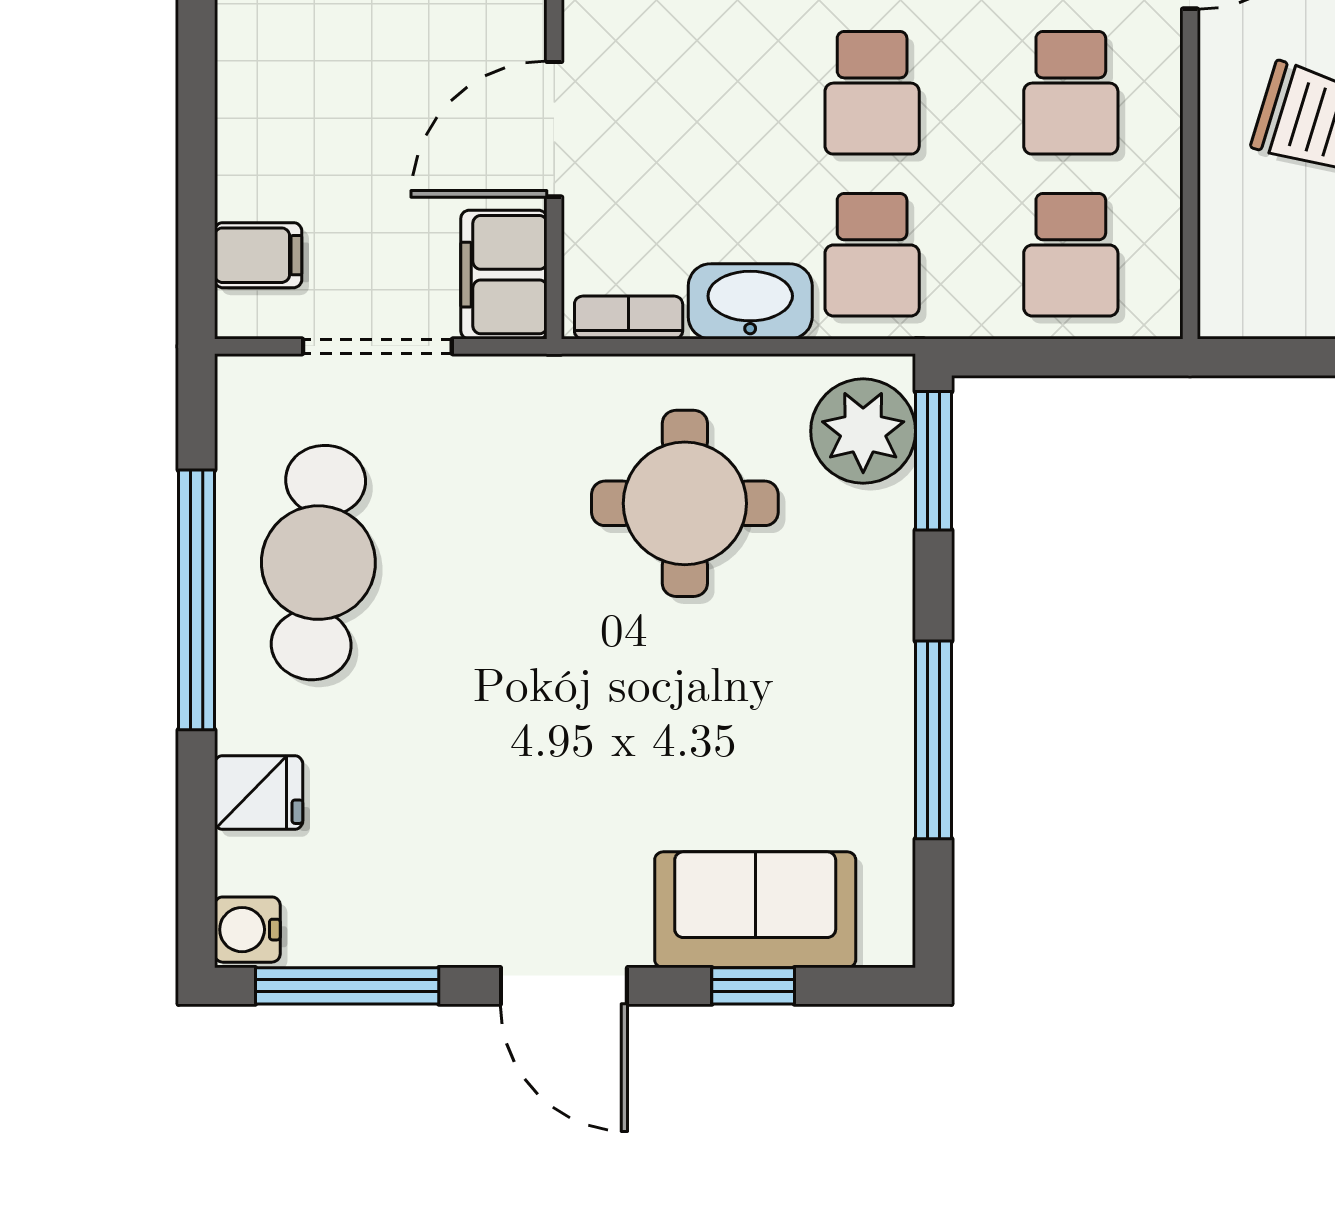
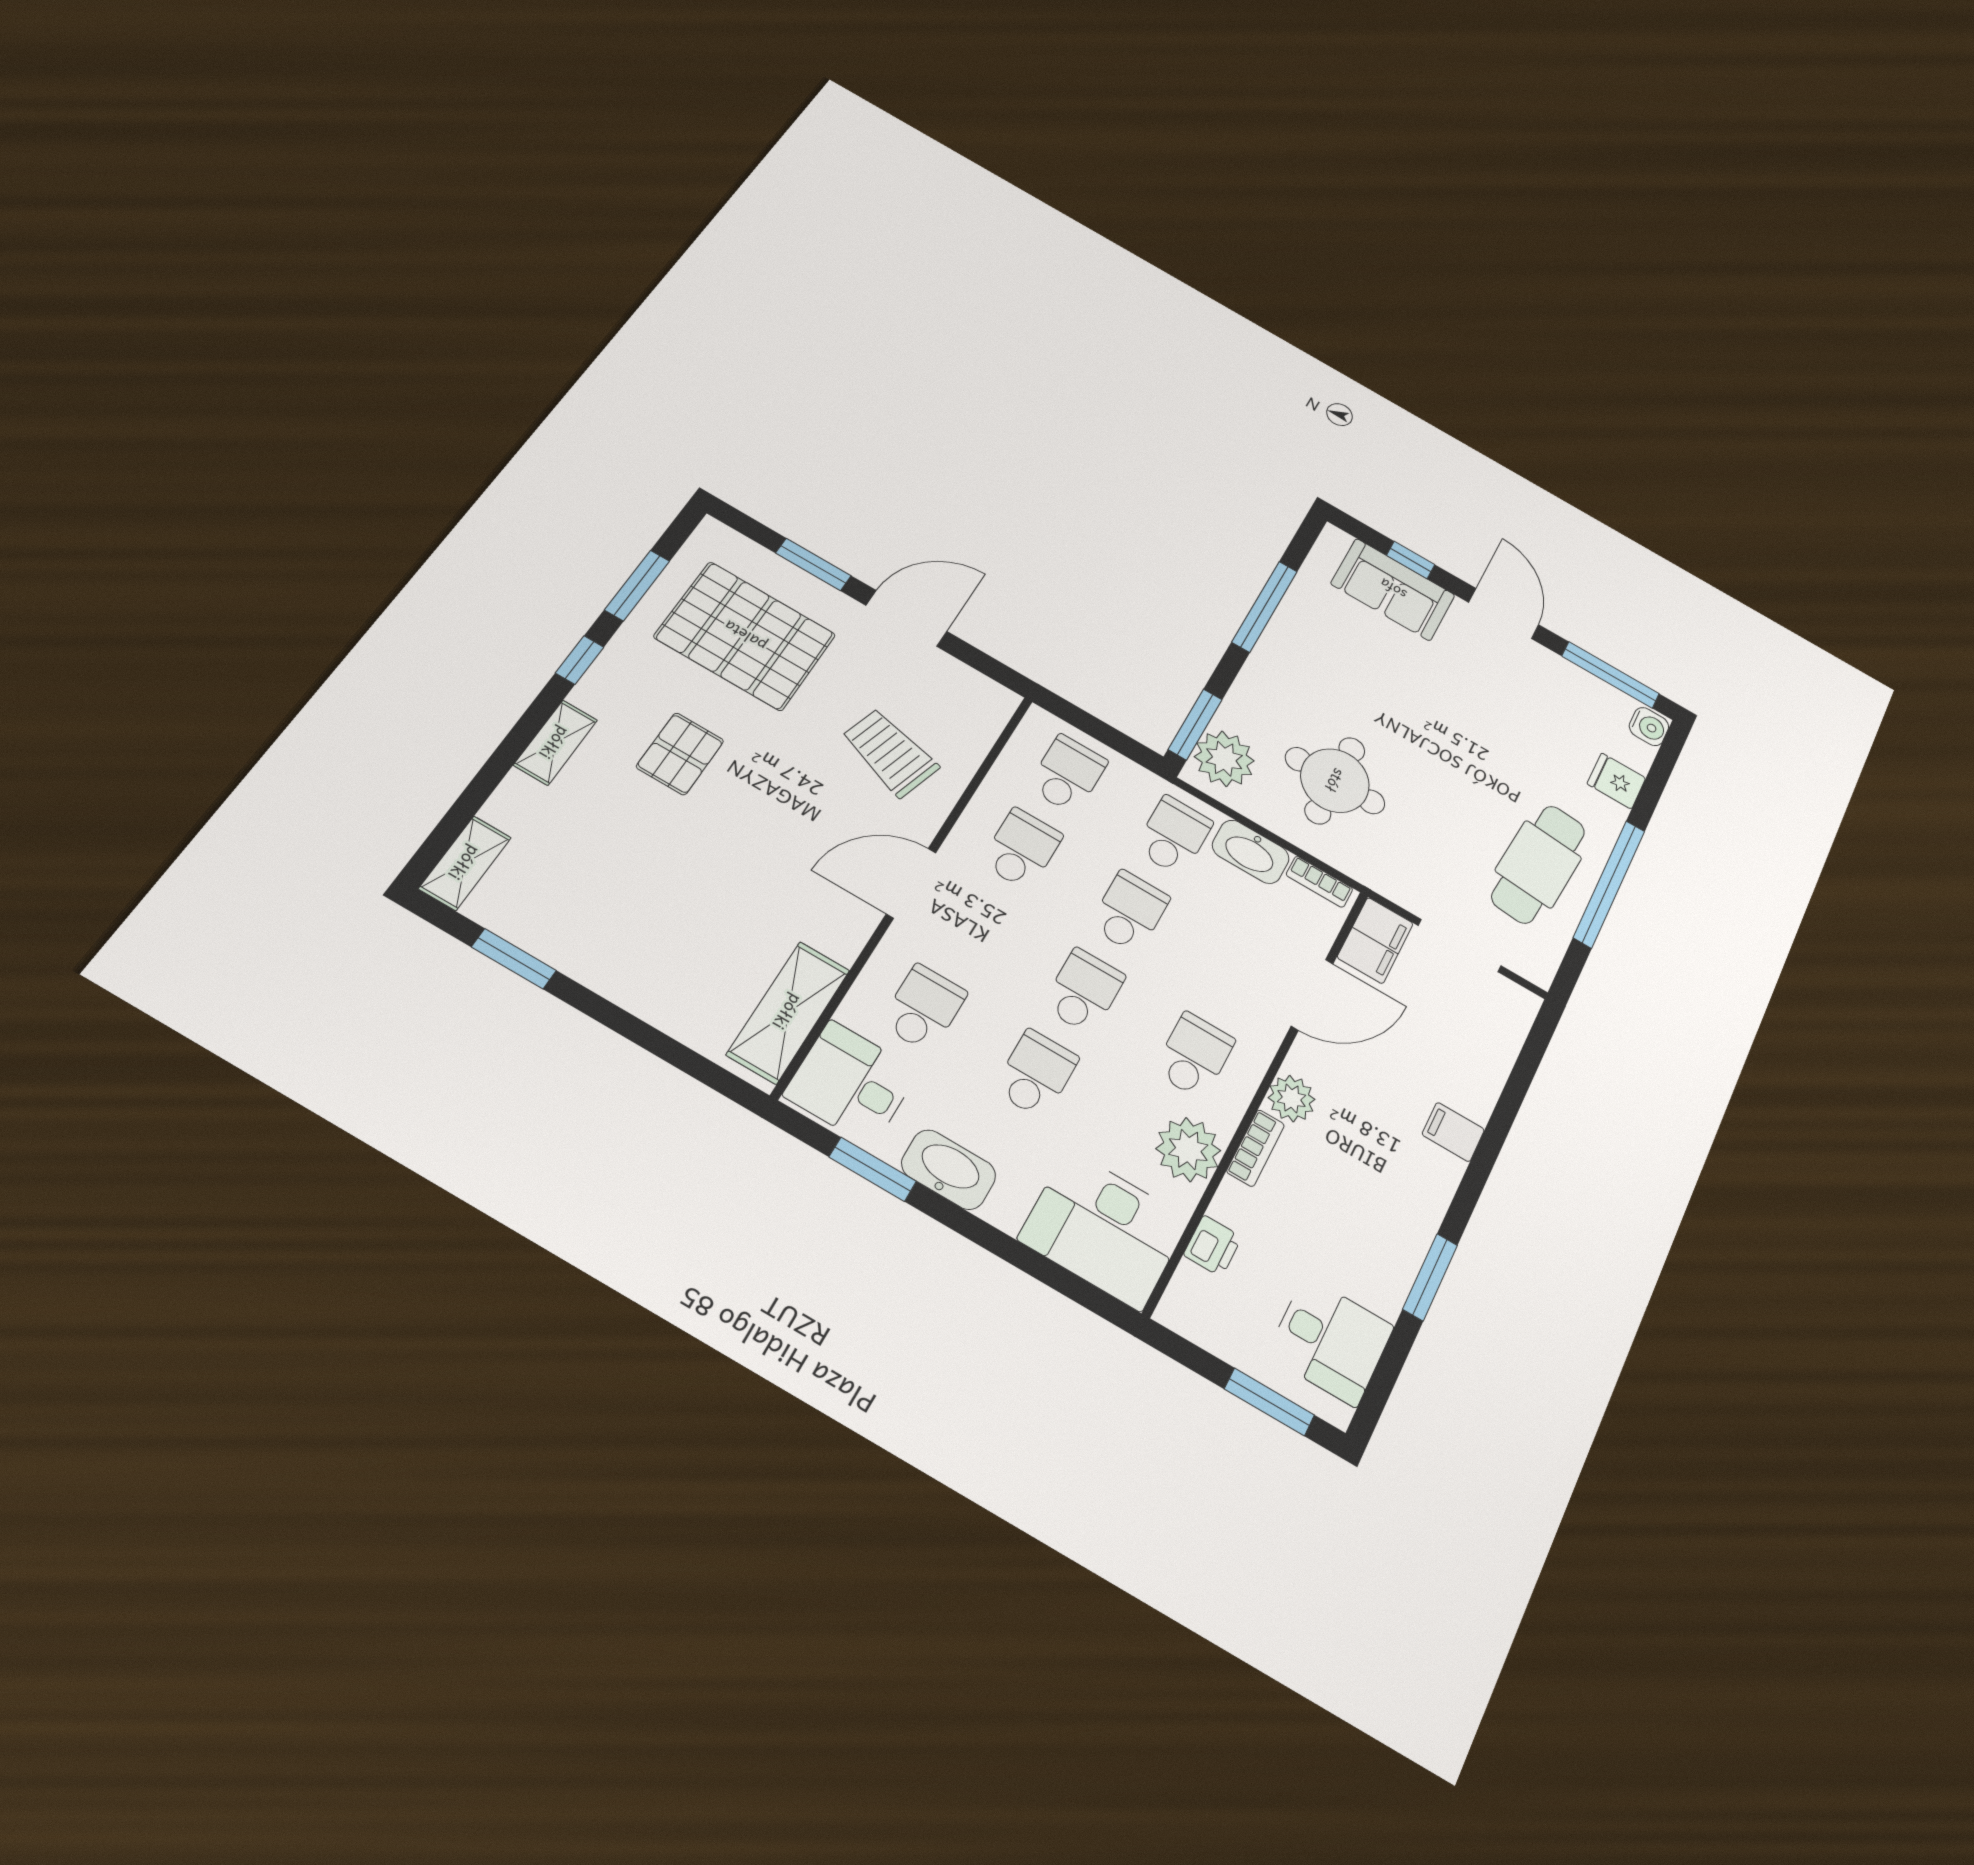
filing cabinet: (258, 255) -> (1453, 1132), moved

